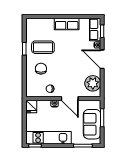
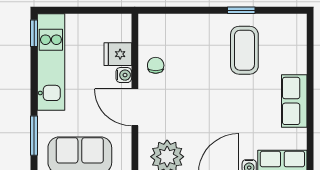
chair: (41, 69) -> (199, 46), removed
door: (70, 98) -> (135, 107), hinge flipped
fridge: (31, 106) -> (118, 54), moved

